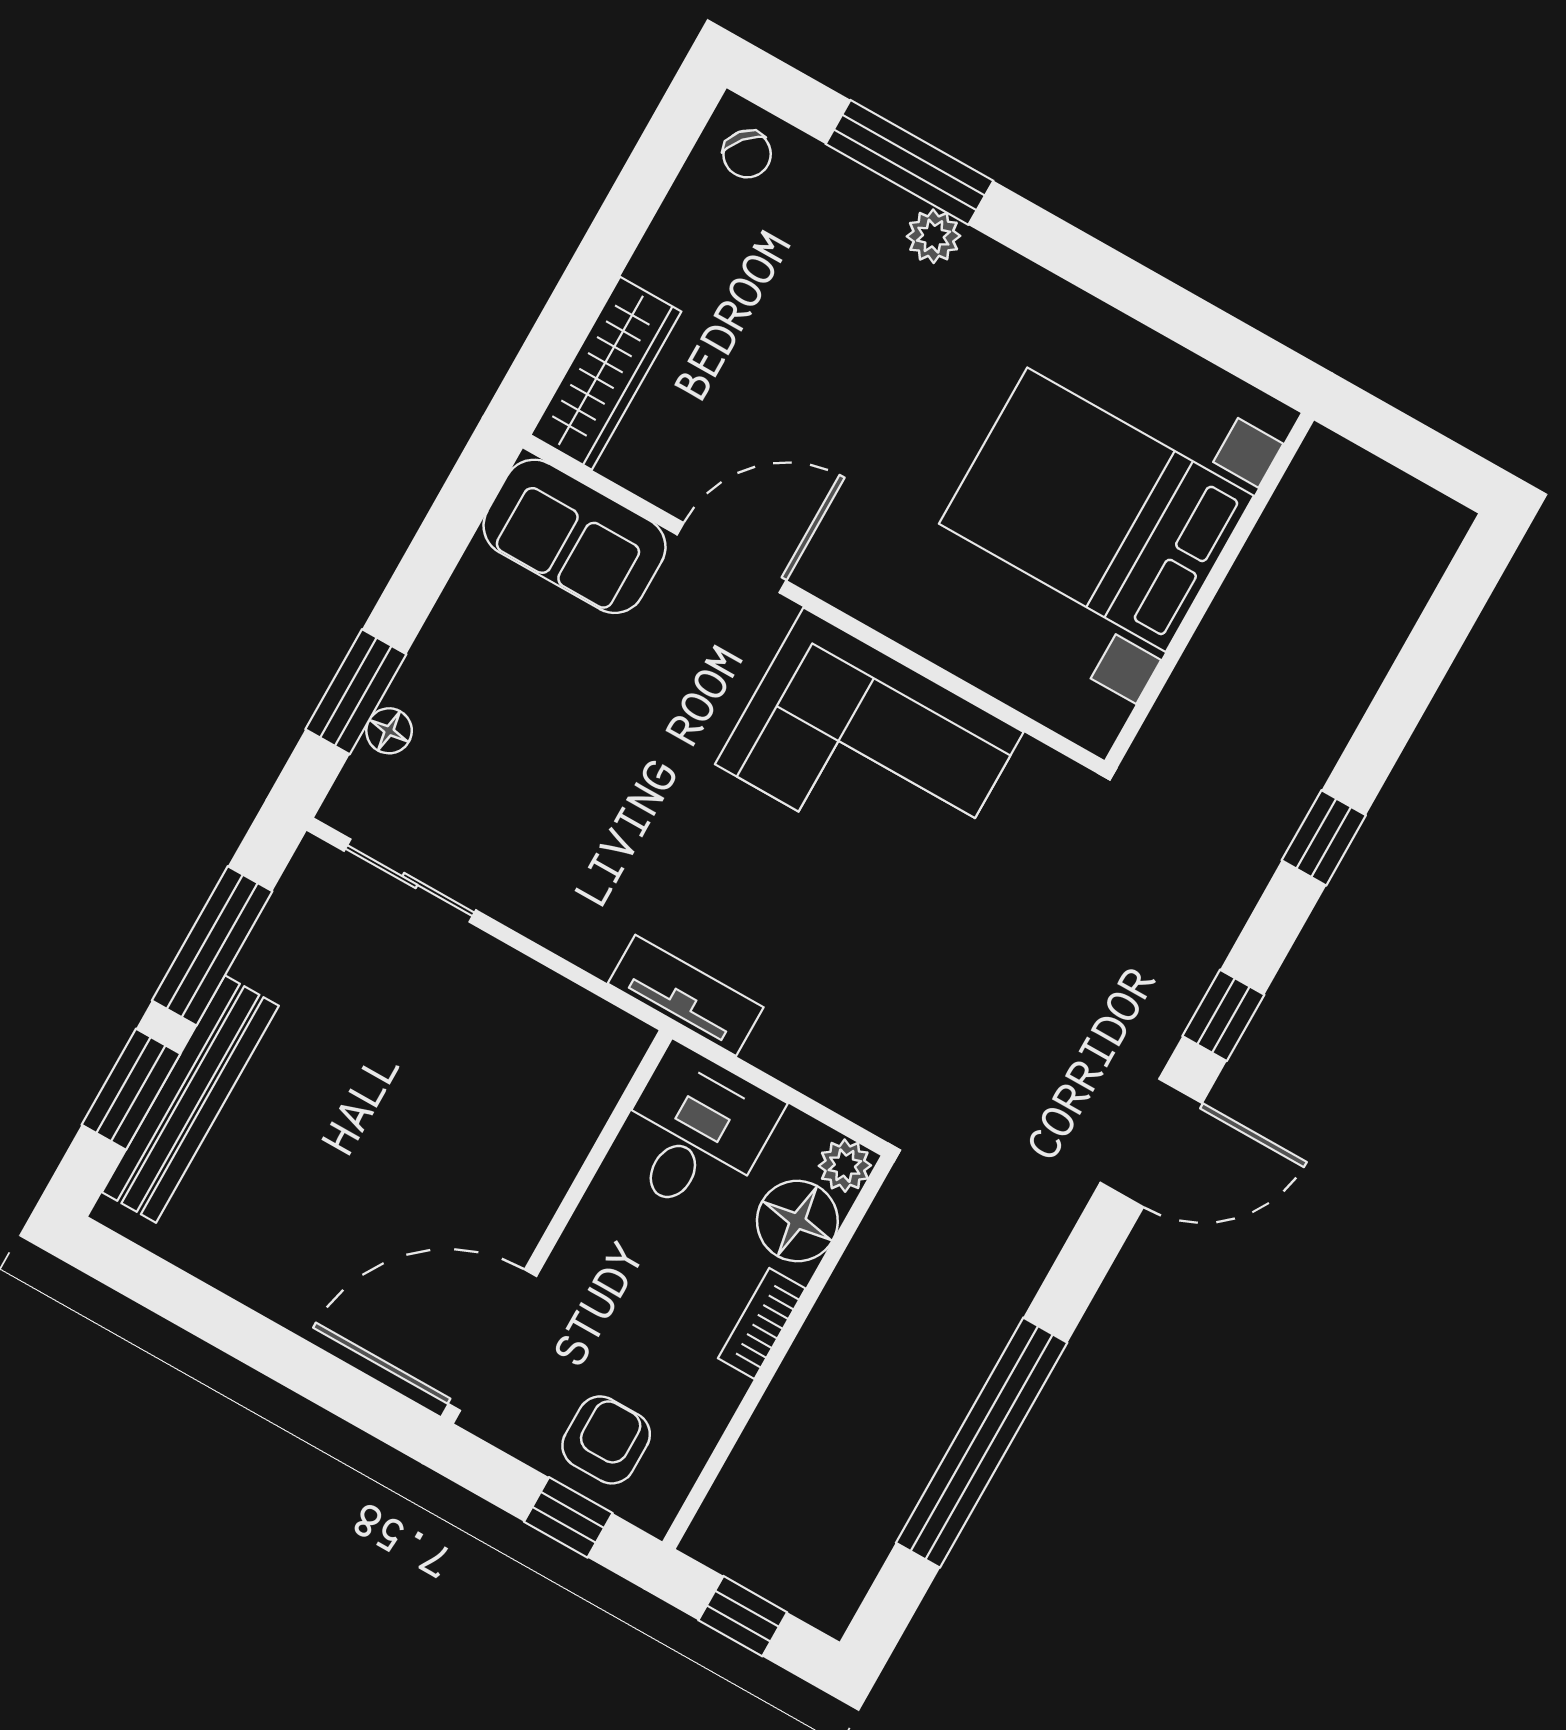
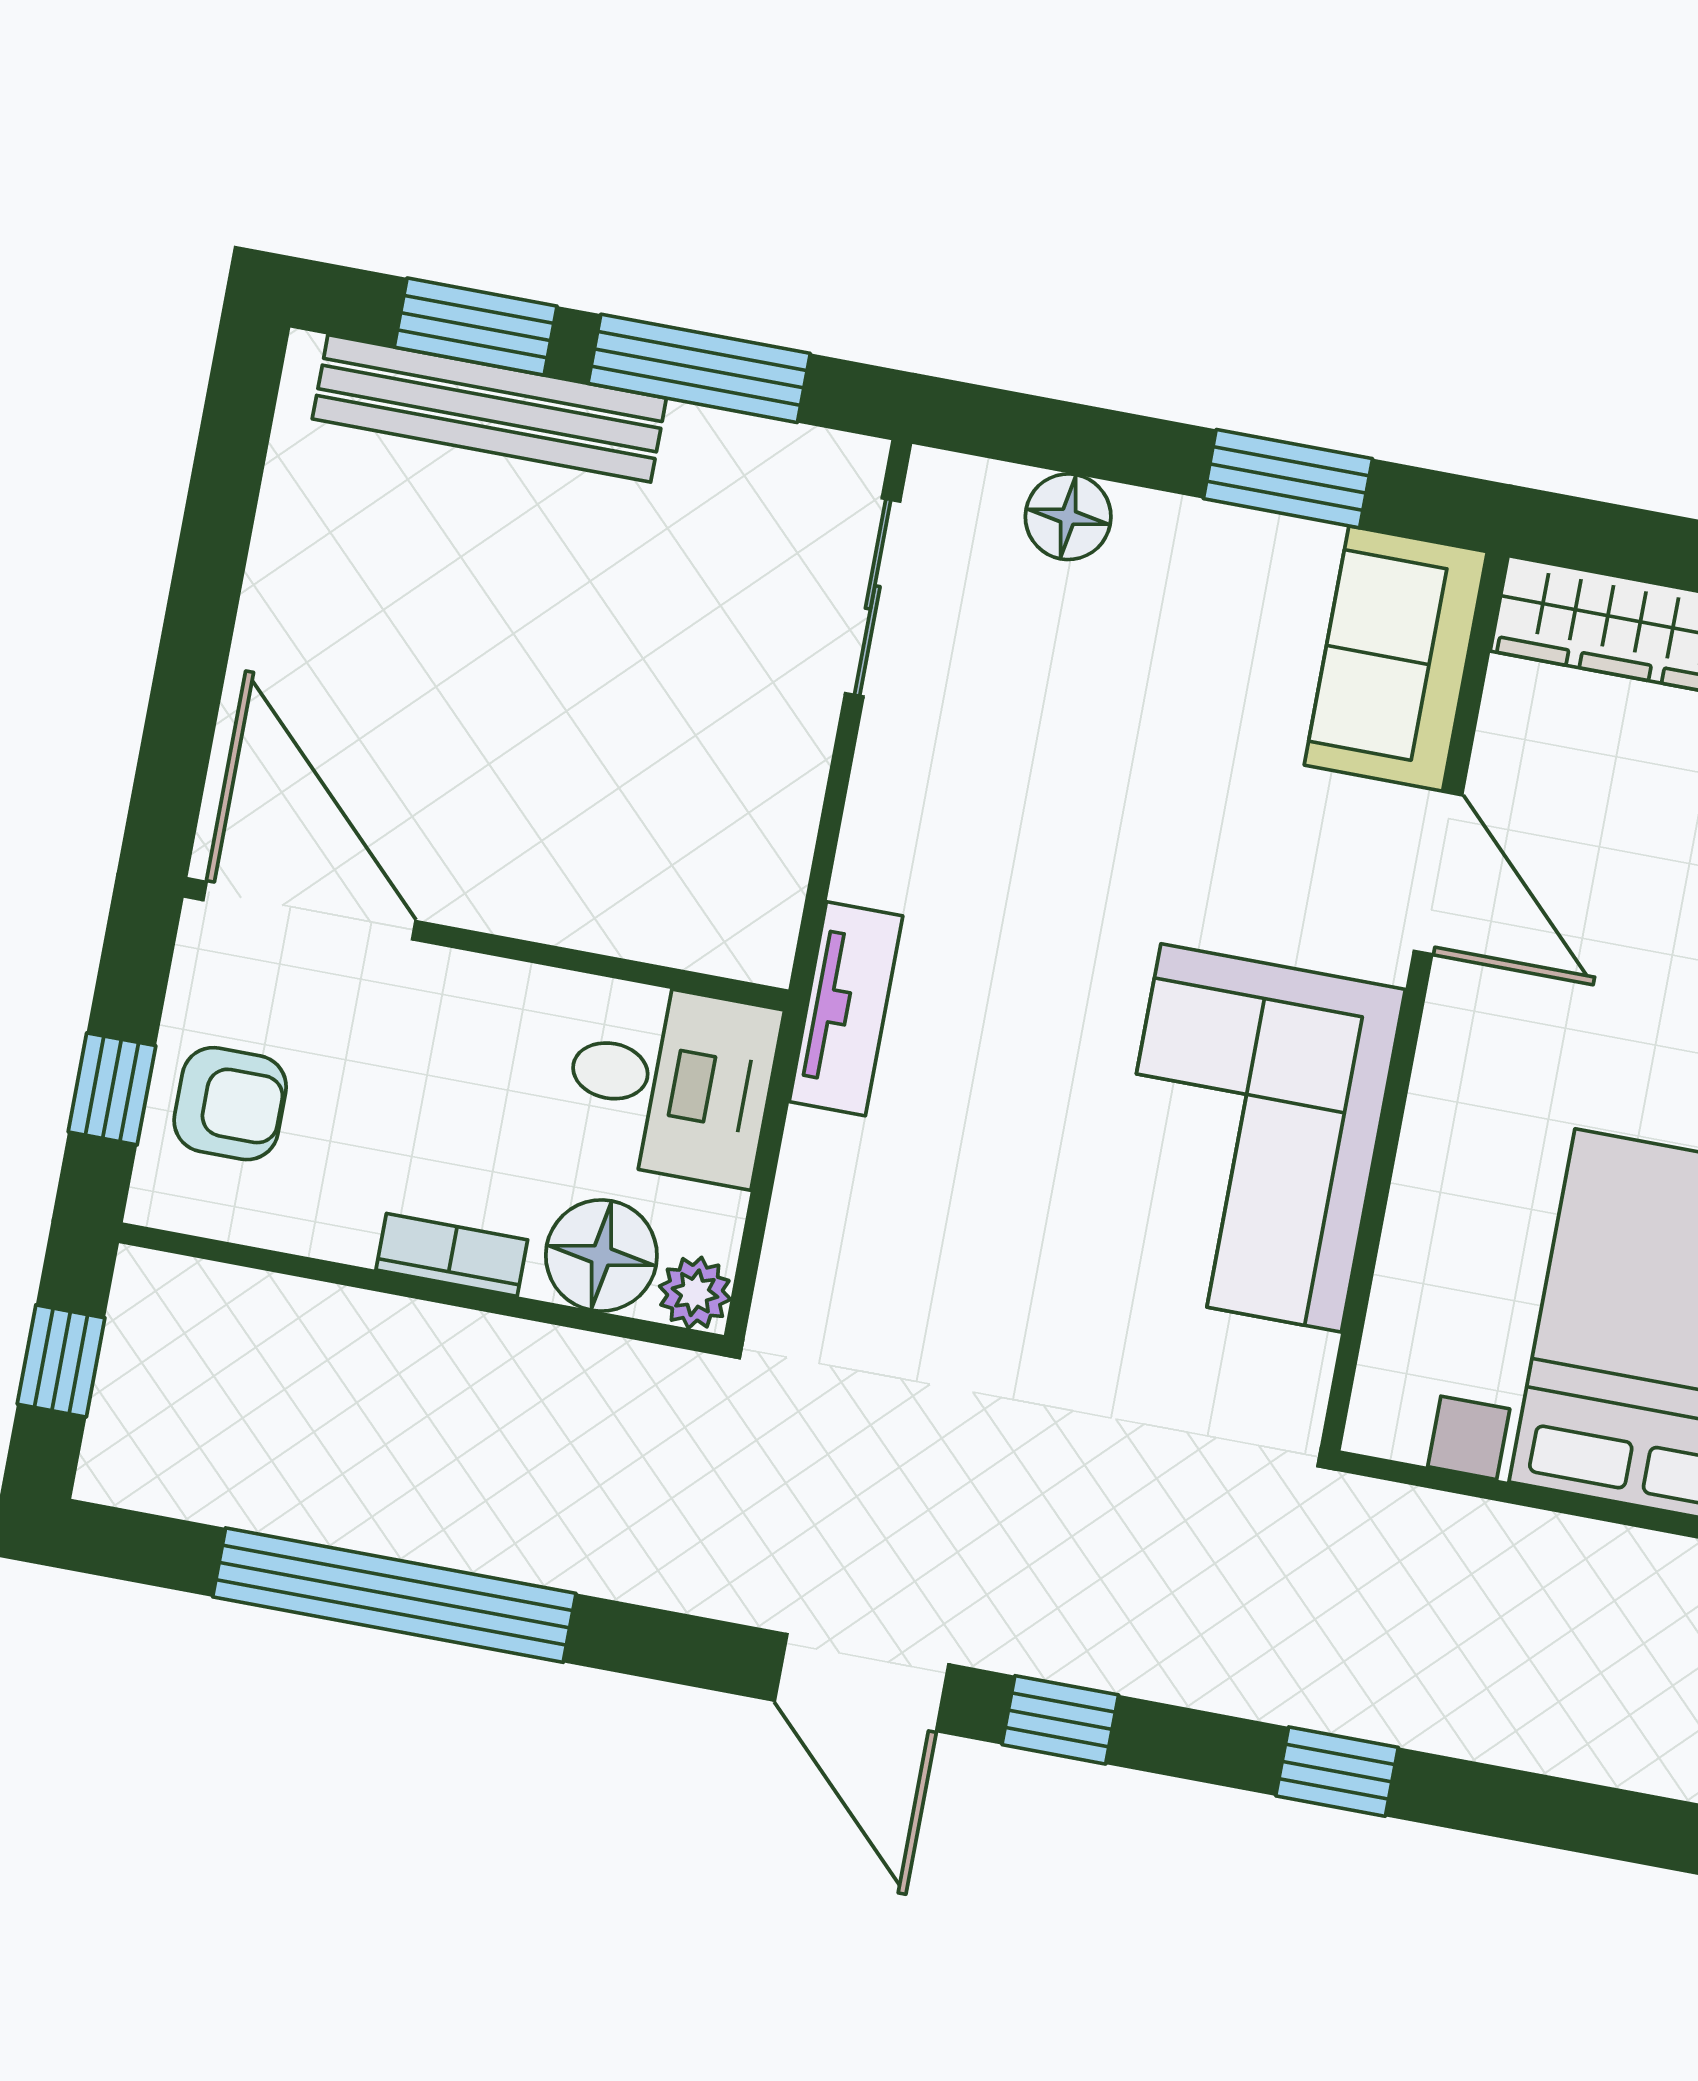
window: (356, 692) -> (1288, 479), moved
floor lamp: (389, 731) -> (1068, 517), width x1.37, depth x1.37

